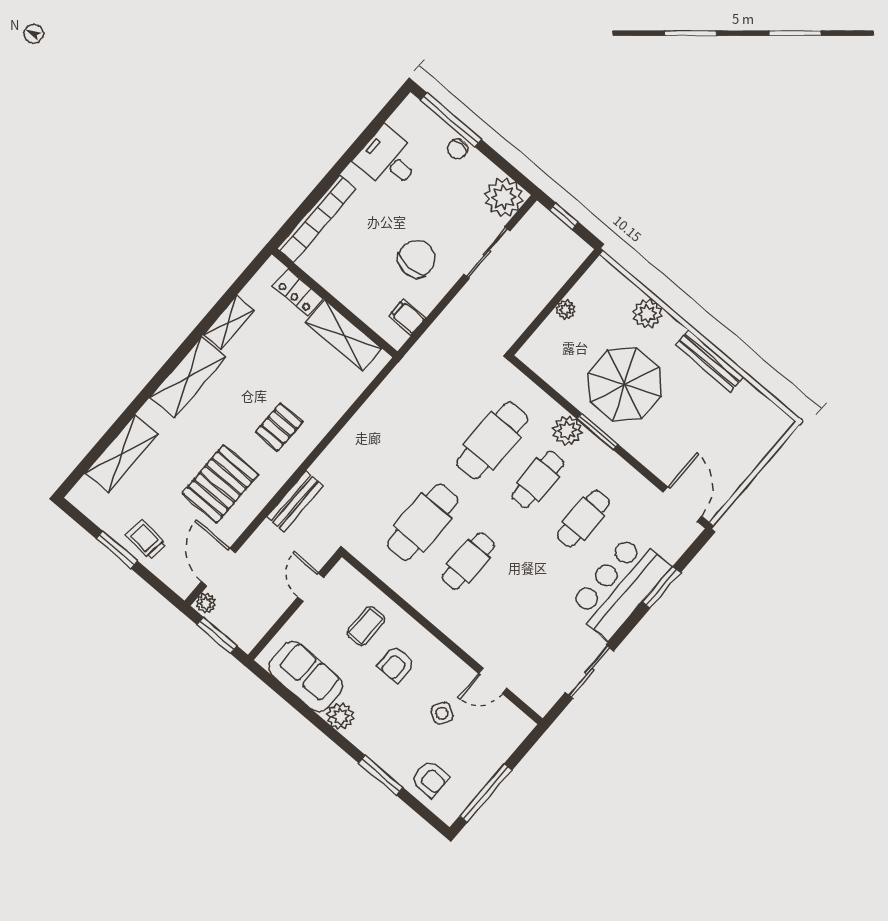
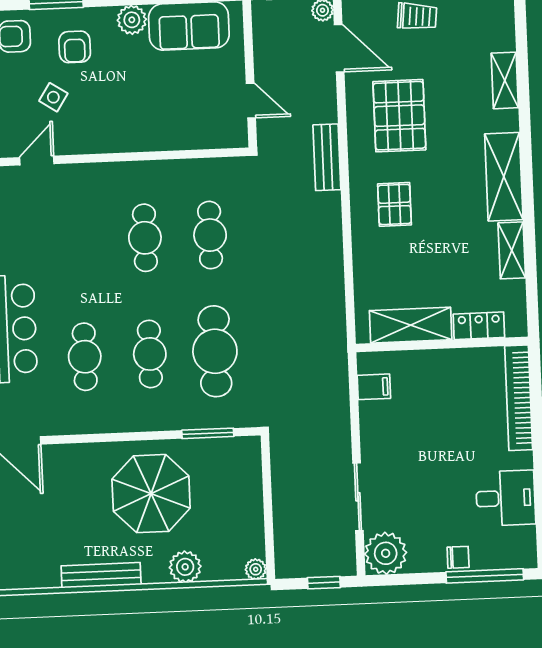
chair: (457, 149) -> (458, 557), turned 90
chair: (417, 259) -> (410, 440), removed
plant: (566, 310) -> (256, 569), moved
plant: (567, 430) -> (163, 415), removed
window: (597, 432) -> (208, 433), moved
shelving: (121, 454) -> (505, 80), width x0.67, depth x0.75
cafe table: (423, 522) -> (210, 235), width x0.73, depth x0.74
coffee table: (366, 626) -> (178, 110), removed
armchair: (396, 664) -> (75, 47), moved, turned 180

